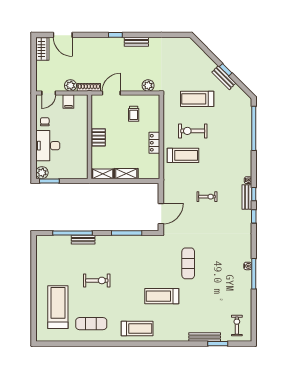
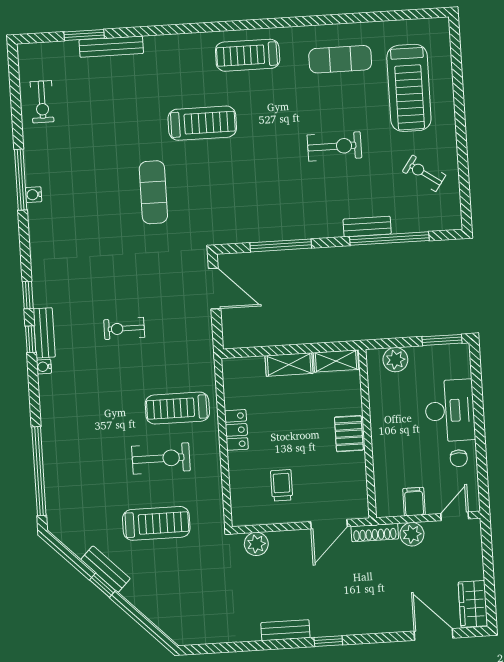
plant: (42, 173) -> (395, 360), moved
door: (161, 214) -> (215, 288), swing flipped
exercise bike: (53, 264) -> (424, 173), added
exercise bike: (97, 280) -> (334, 146), turned 180
exercise bike: (237, 326) -> (42, 102), moved

